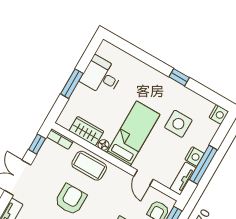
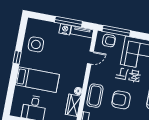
nightstand: (219, 114) -> (32, 23), removed
side table: (178, 124) -> (36, 44), moved
bed: (133, 134) -> (37, 80), moved, turned 180

